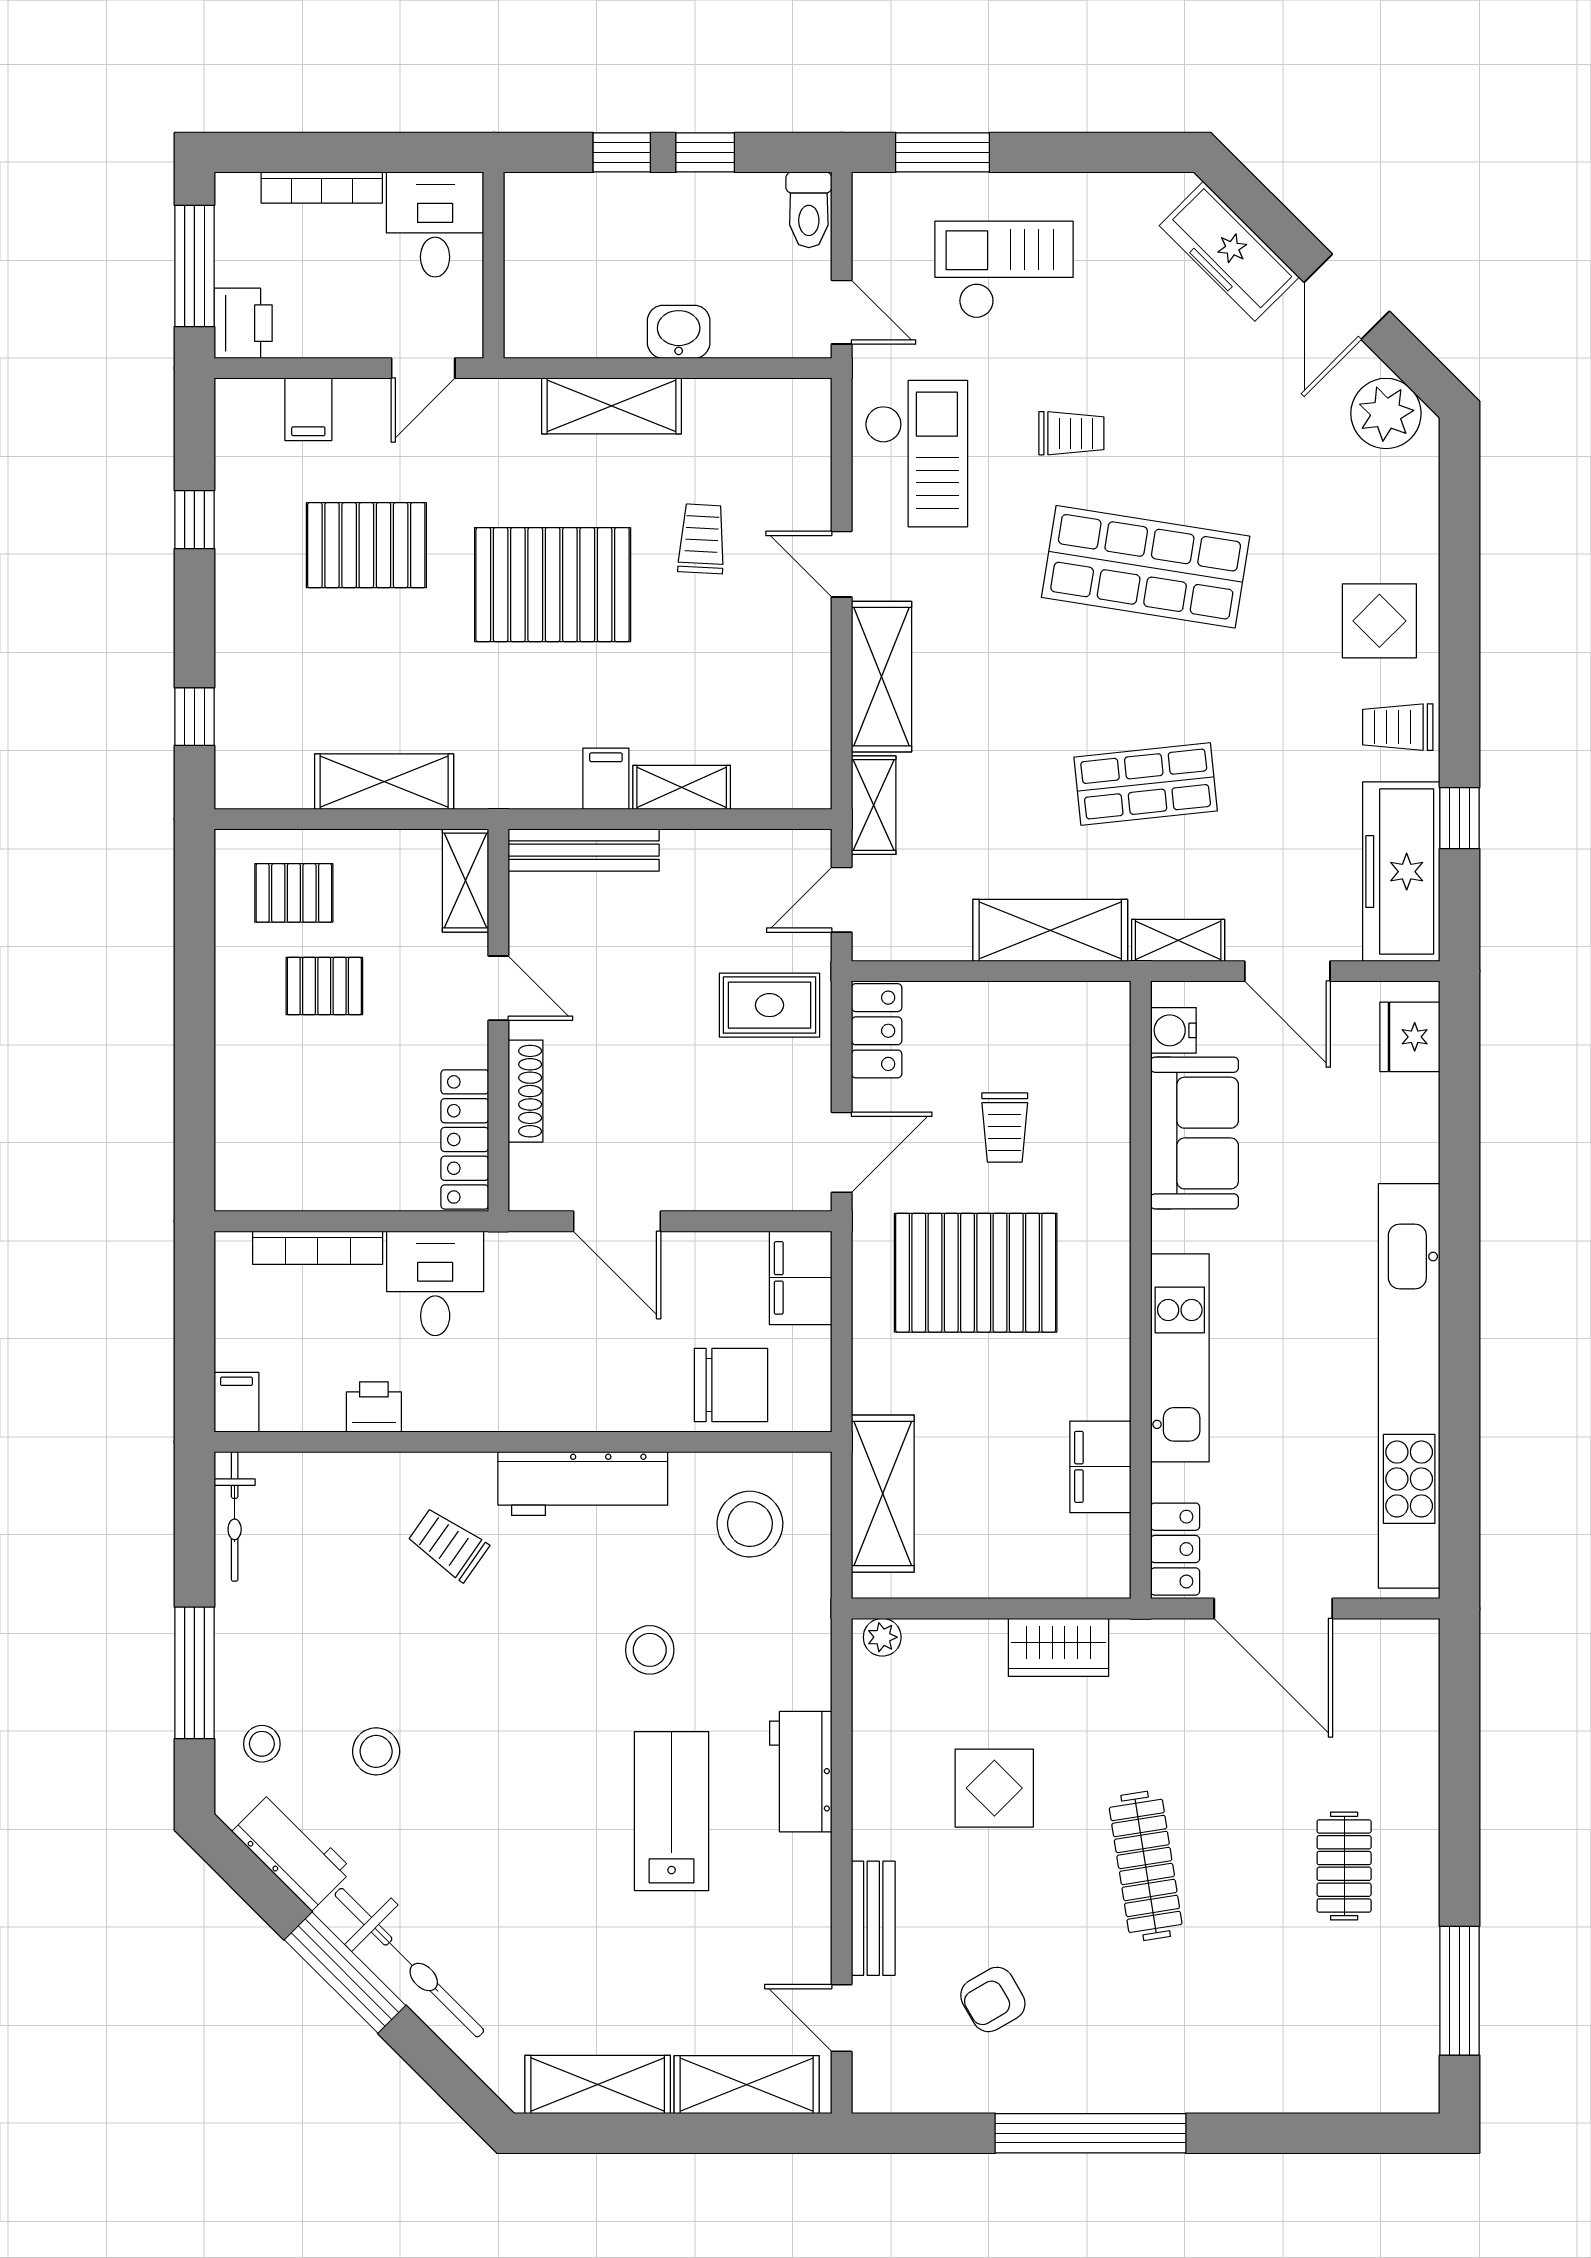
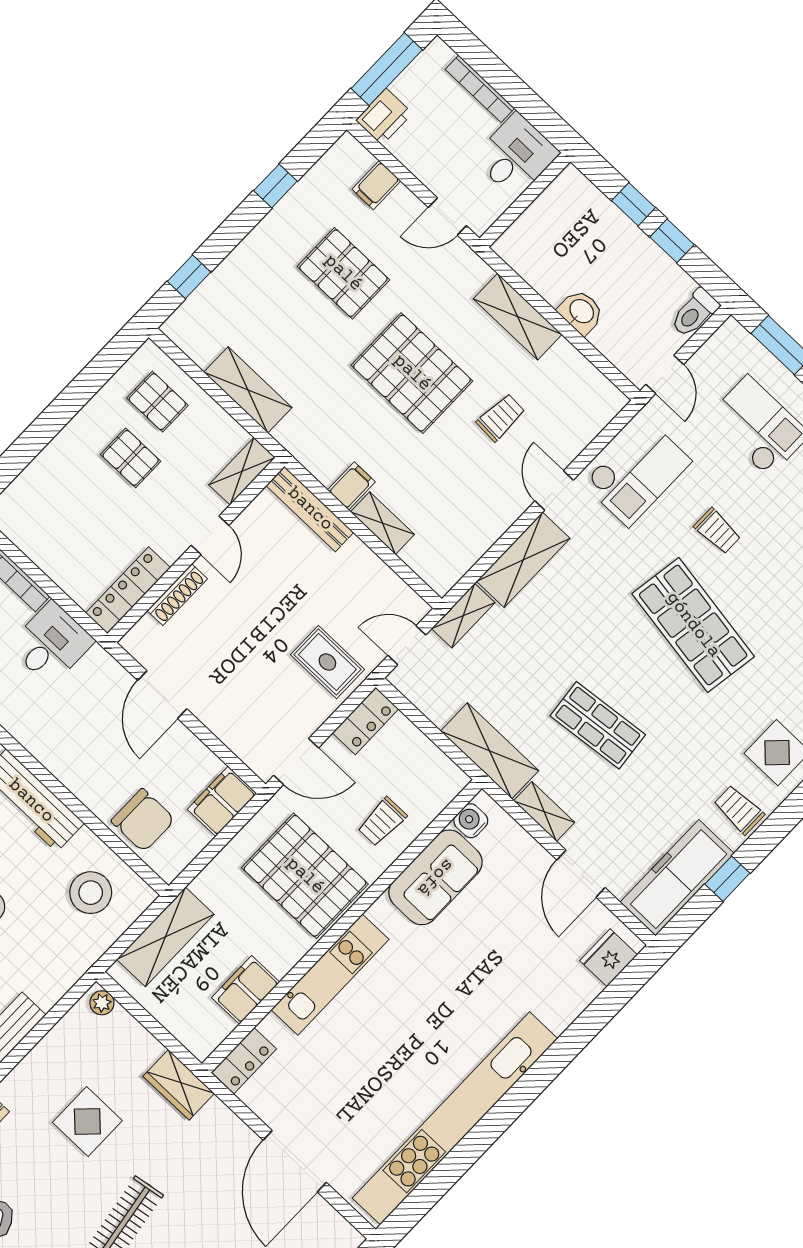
water cooler: (1173, 1030) -> (471, 821), moved
sofa: (1194, 1133) -> (435, 877), moved
wall: (1141, 1290) -> (342, 926), moved
kitchen unit: (1180, 1358) -> (330, 975), moved
filing cabinet: (1100, 1467) -> (246, 990), moved
locker: (1175, 1549) -> (244, 1061), moved

